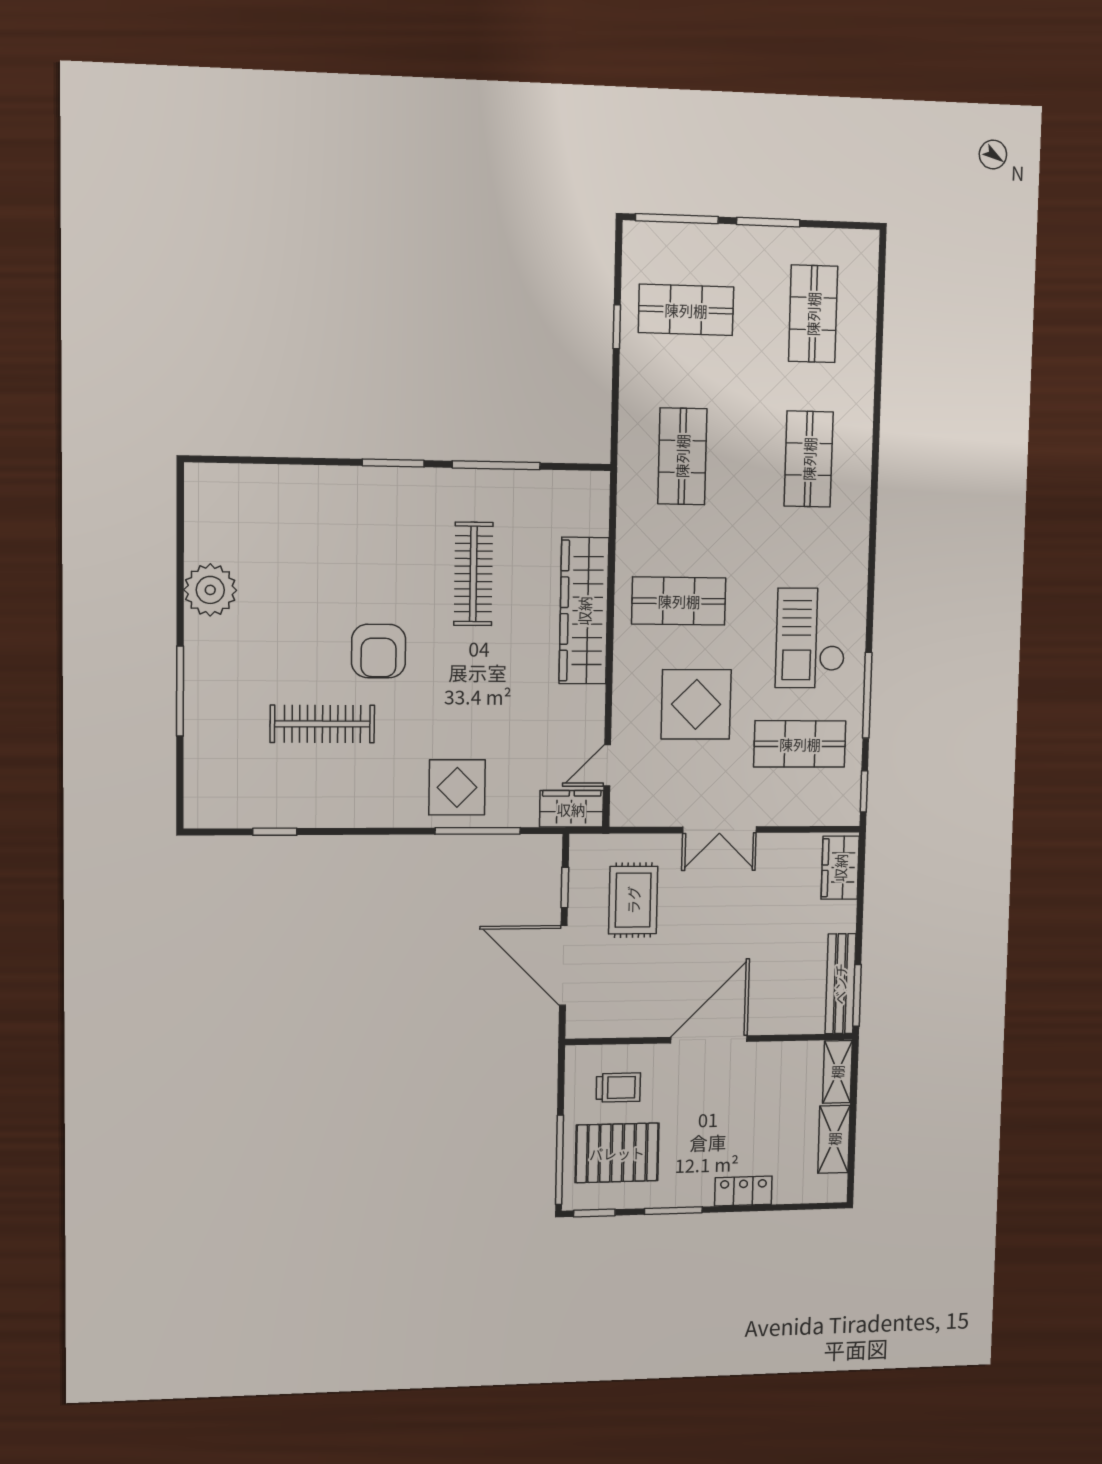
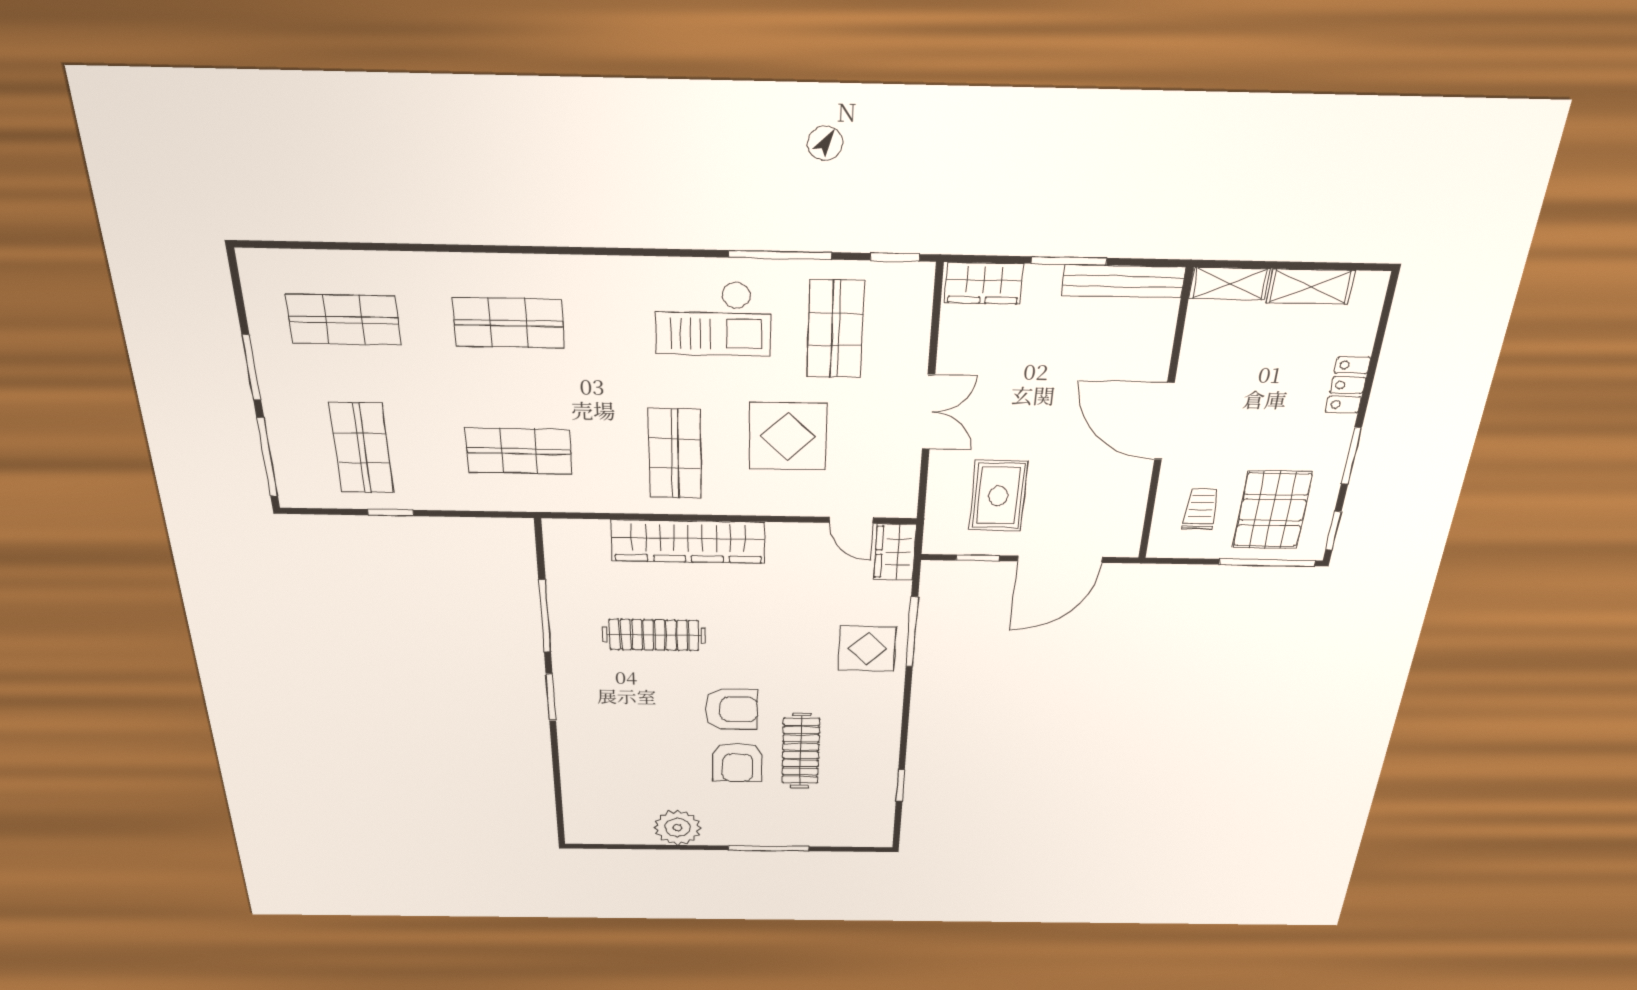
armchair: (306, 657) -> (738, 762), added
rug: (633, 900) -> (998, 496), turned 90
window: (857, 995) -> (1069, 261), moved

